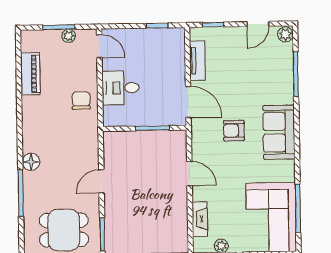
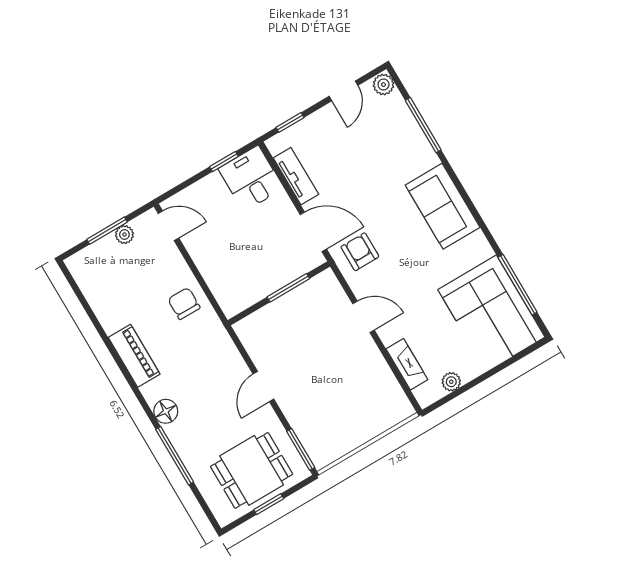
piano: (30, 74) -> (134, 356), moved
desk: (121, 88) -> (251, 179), moved, turned 90
armchair: (234, 131) -> (360, 252), moved, turned 90

